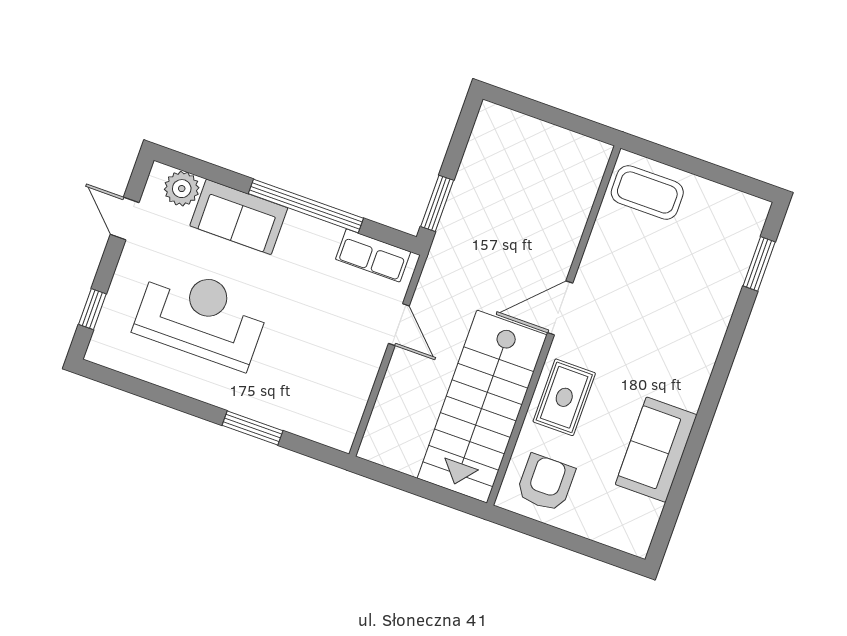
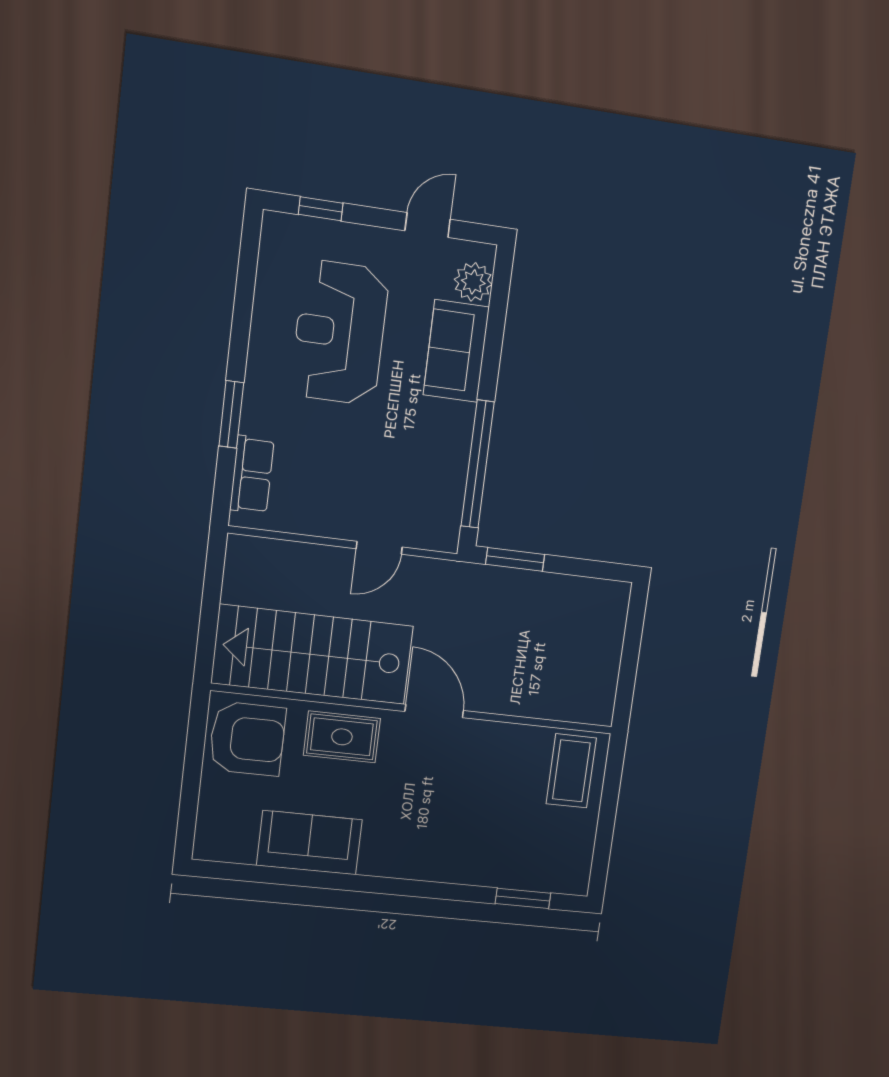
window: (306, 206) -> (478, 464), moved
row of seats: (373, 255) -> (252, 475), moved, turned 180
reception desk: (201, 317) -> (340, 333), turned 180
armchair: (546, 483) -> (247, 739), width x1.36, depth x1.36

